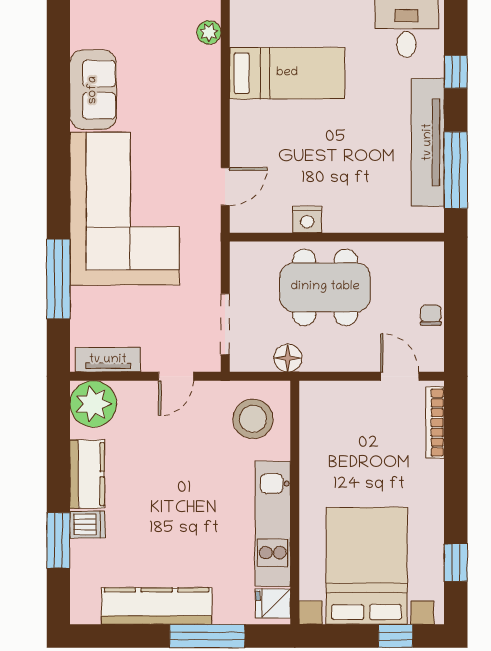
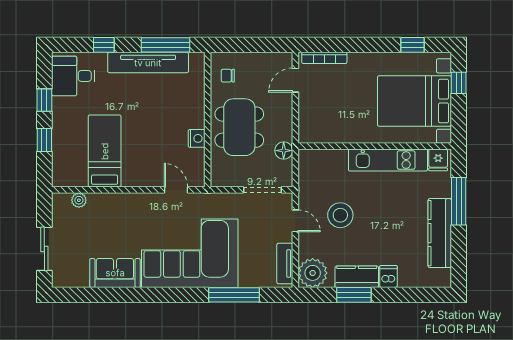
chair: (431, 315) -> (228, 76), moved
stool: (253, 419) -> (340, 215), moved
window: (58, 540) -> (354, 295), moved

